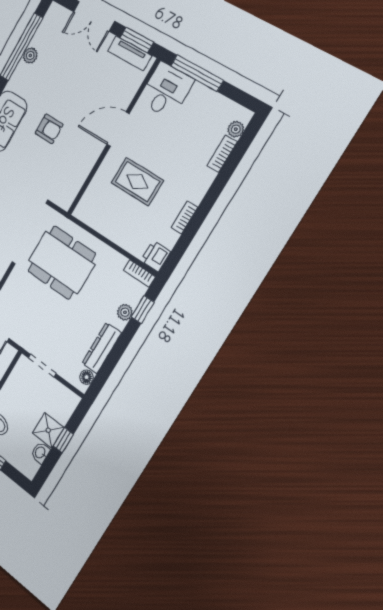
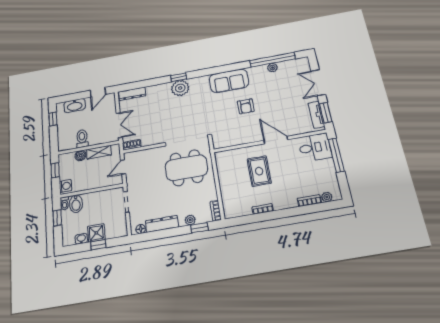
printer: (156, 256) -> (231, 211), removed
dining table: (61, 262) -> (186, 168), turned 90

